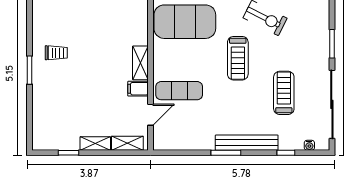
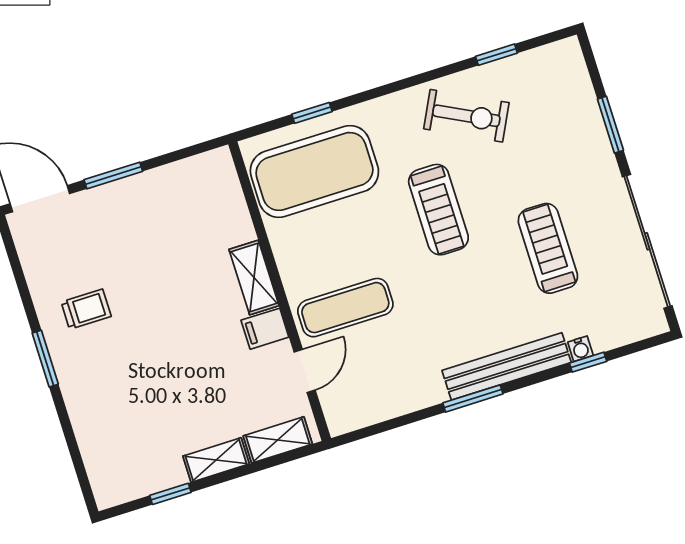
water cooler: (309, 145) -> (580, 349), moved

